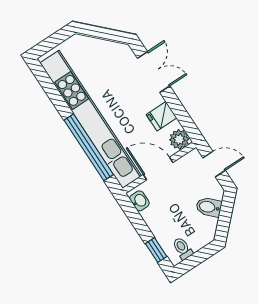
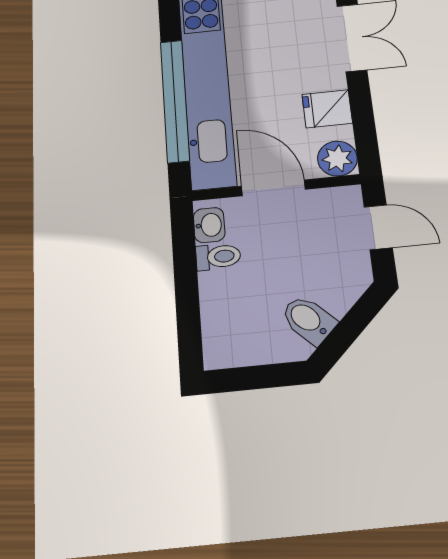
bidet: (209, 207) -> (308, 320), moved
toilet: (183, 248) -> (218, 257), moved, turned 90
window: (156, 250) -> (189, 324), removed

